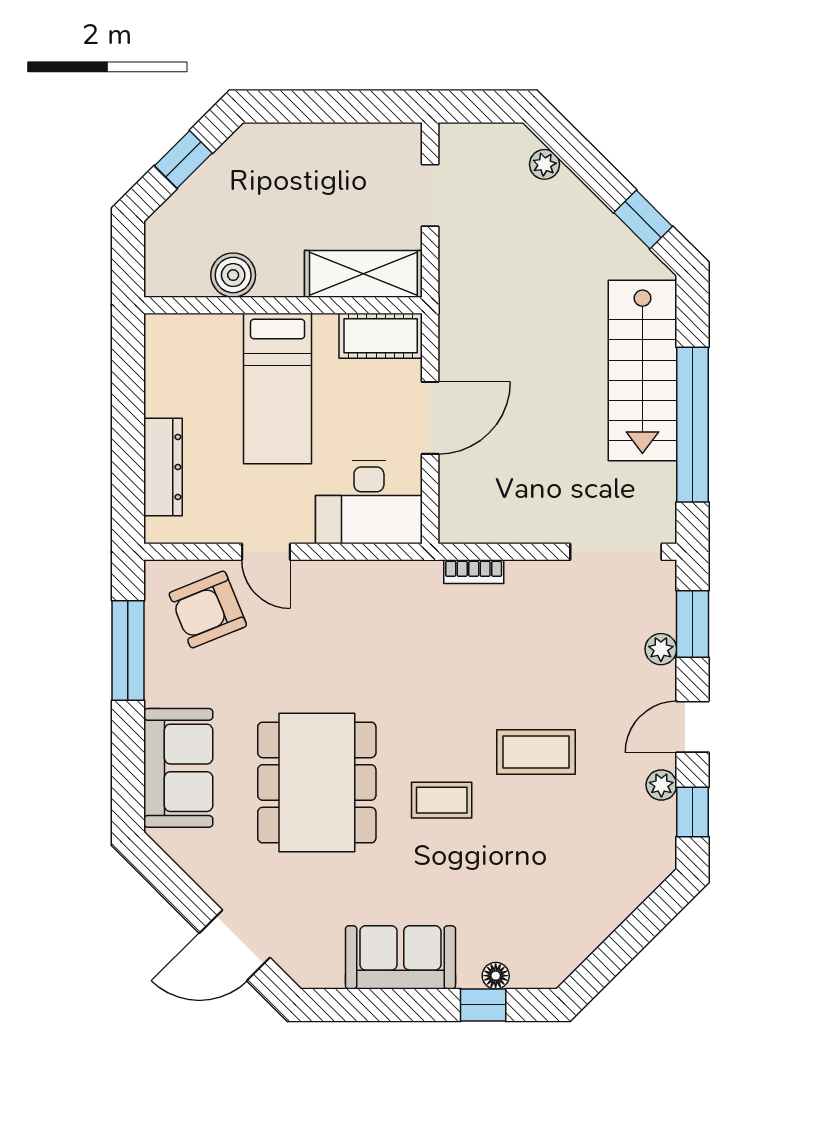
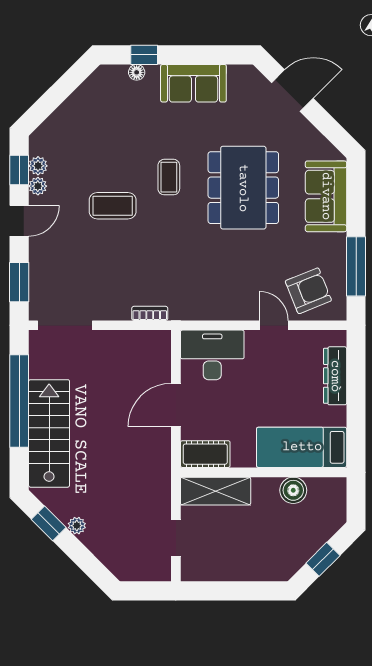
plant: (545, 164) -> (77, 526), moved
bed: (278, 389) -> (302, 447), moved, turned -90
plant: (661, 649) -> (38, 166), moved
coffee table: (442, 800) -> (169, 177), turned 90

